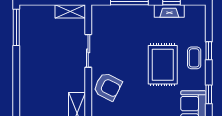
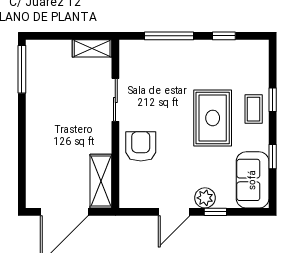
fireplace: (169, 11) -> (221, 48), removed
armchair: (108, 86) -> (141, 146), turned -117

